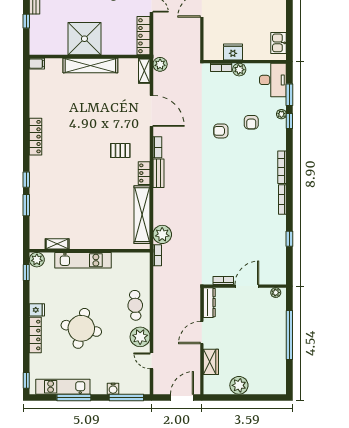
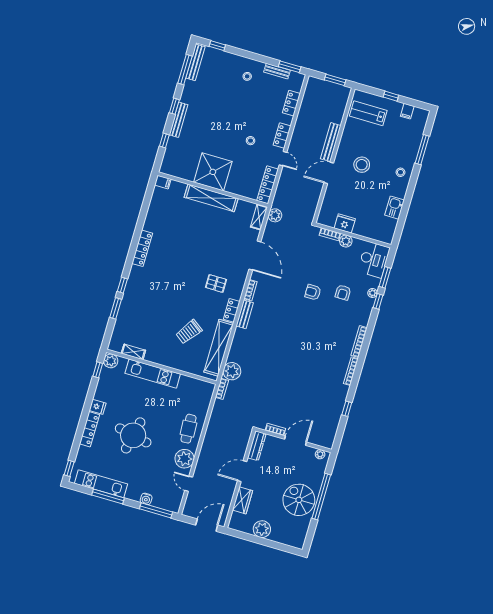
kitchen sink: (279, 43) -> (394, 208), moved
trolley: (107, 207) -> (189, 332), added
spiral stairs: (268, 345) -> (299, 500), added

